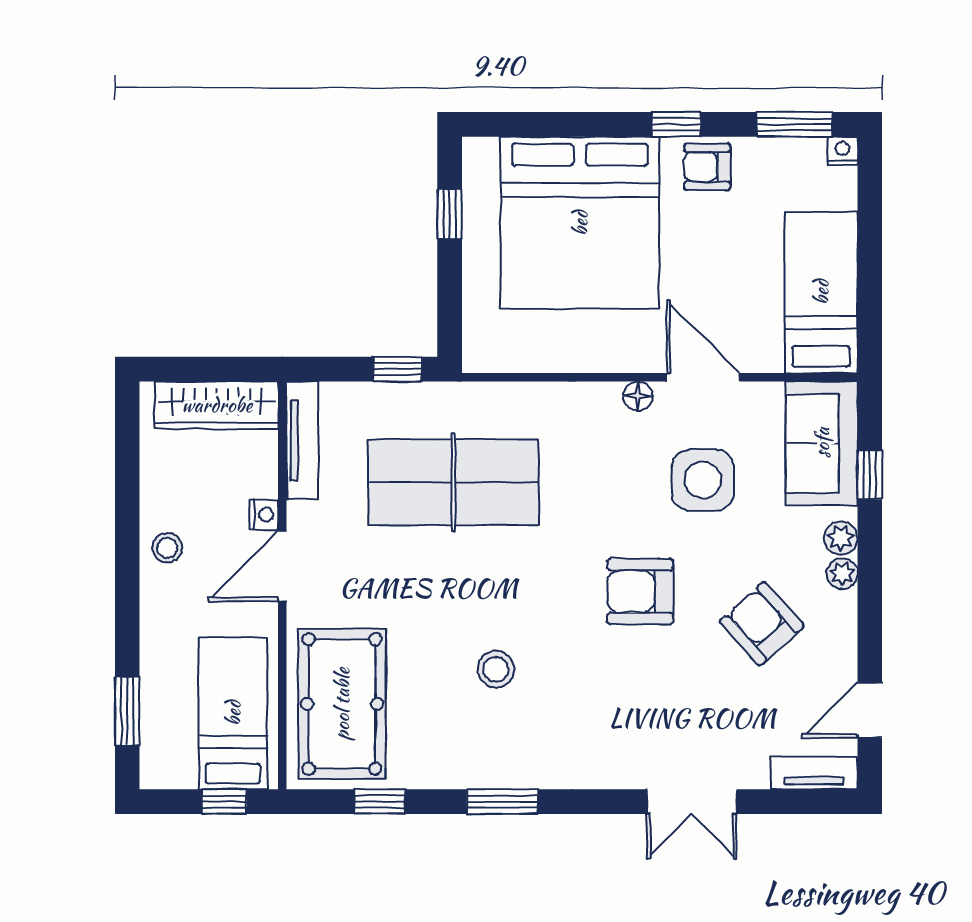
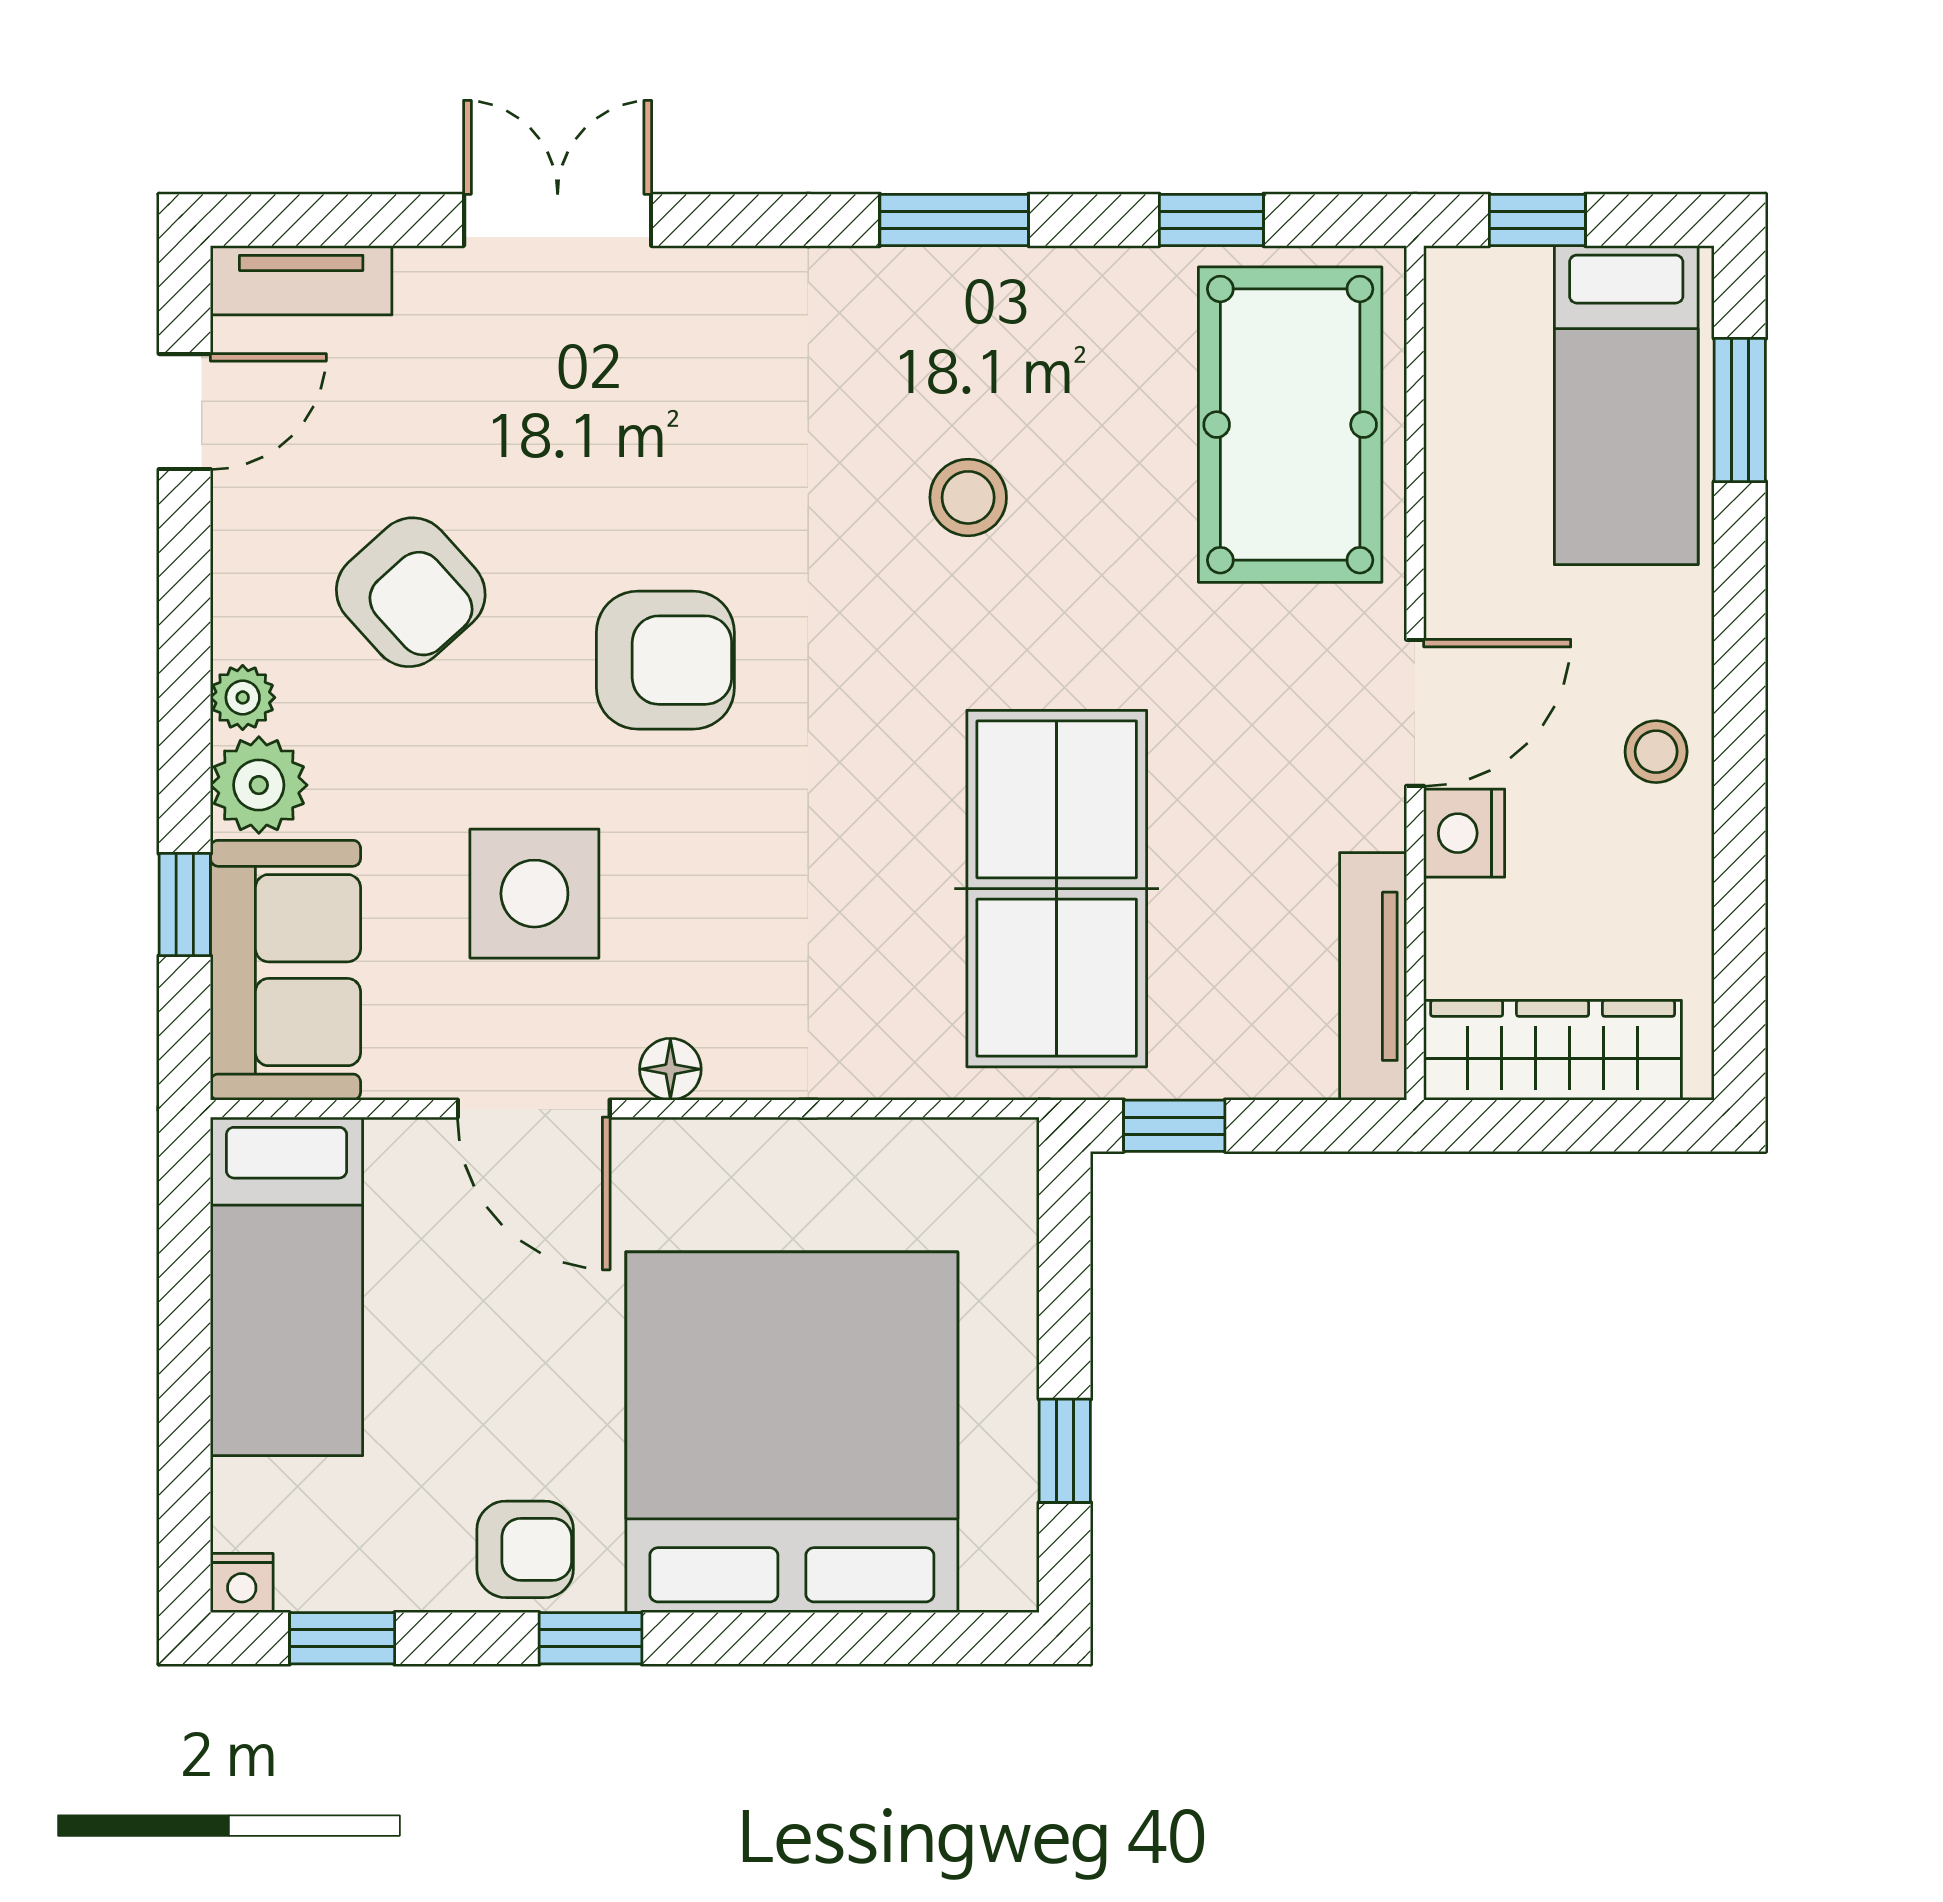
window: (795, 124) -> (342, 1638), width x0.67
table tennis table: (453, 482) -> (1057, 889), turned 90
nightstand: (264, 515) -> (1464, 833), width x1.39, depth x1.35
plant: (841, 538) -> (259, 785), width x1.38, depth x1.38
bed: (233, 713) -> (1626, 405), moved

